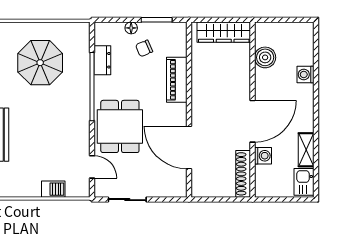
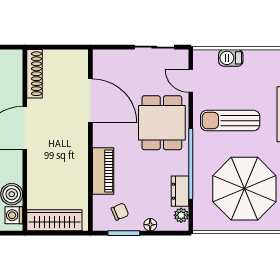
plant: (101, 37) -> (181, 215), added
chair: (144, 48) -> (120, 212), moved
parasol: (40, 63) -> (244, 189), width x1.36, depth x1.36
sun lounger: (54, 129) -> (230, 121), added
washing machine: (263, 156) -> (14, 215), moved

